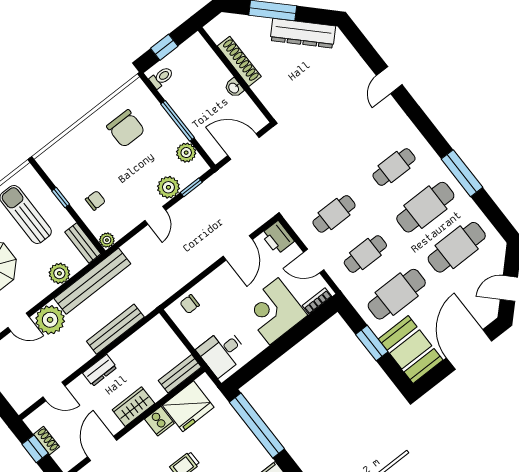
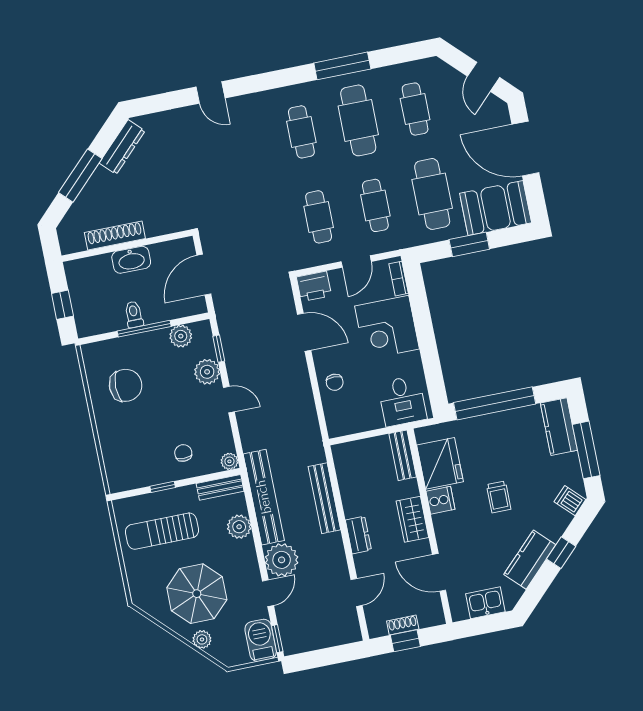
dresser: (303, 33) -> (122, 147), width x0.73, depth x0.80
toilet: (162, 77) -> (134, 314), moved
washbasin: (234, 88) -> (131, 260), width x1.91, depth x1.45
cafe table: (457, 247) -> (415, 109), width x0.73, depth x0.74
chair: (190, 304) -> (335, 382), moved

